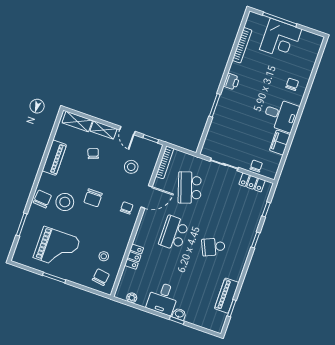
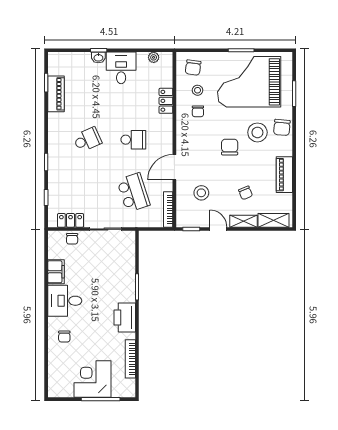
printer: (232, 82) -> (125, 317), width x1.87, depth x1.48
chair: (127, 208) -> (198, 111), moved
school desk: (174, 233) -> (133, 140), width x0.54
grand piano: (57, 248) -> (249, 82), width x1.37, depth x1.48

